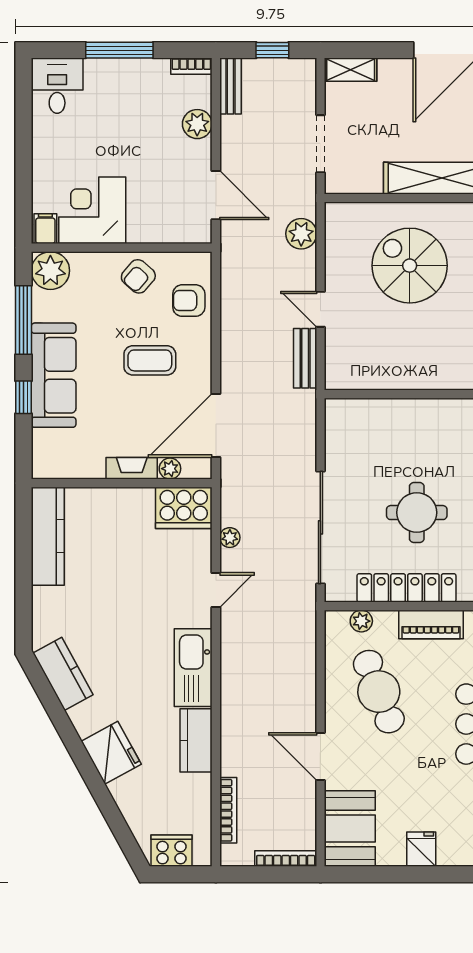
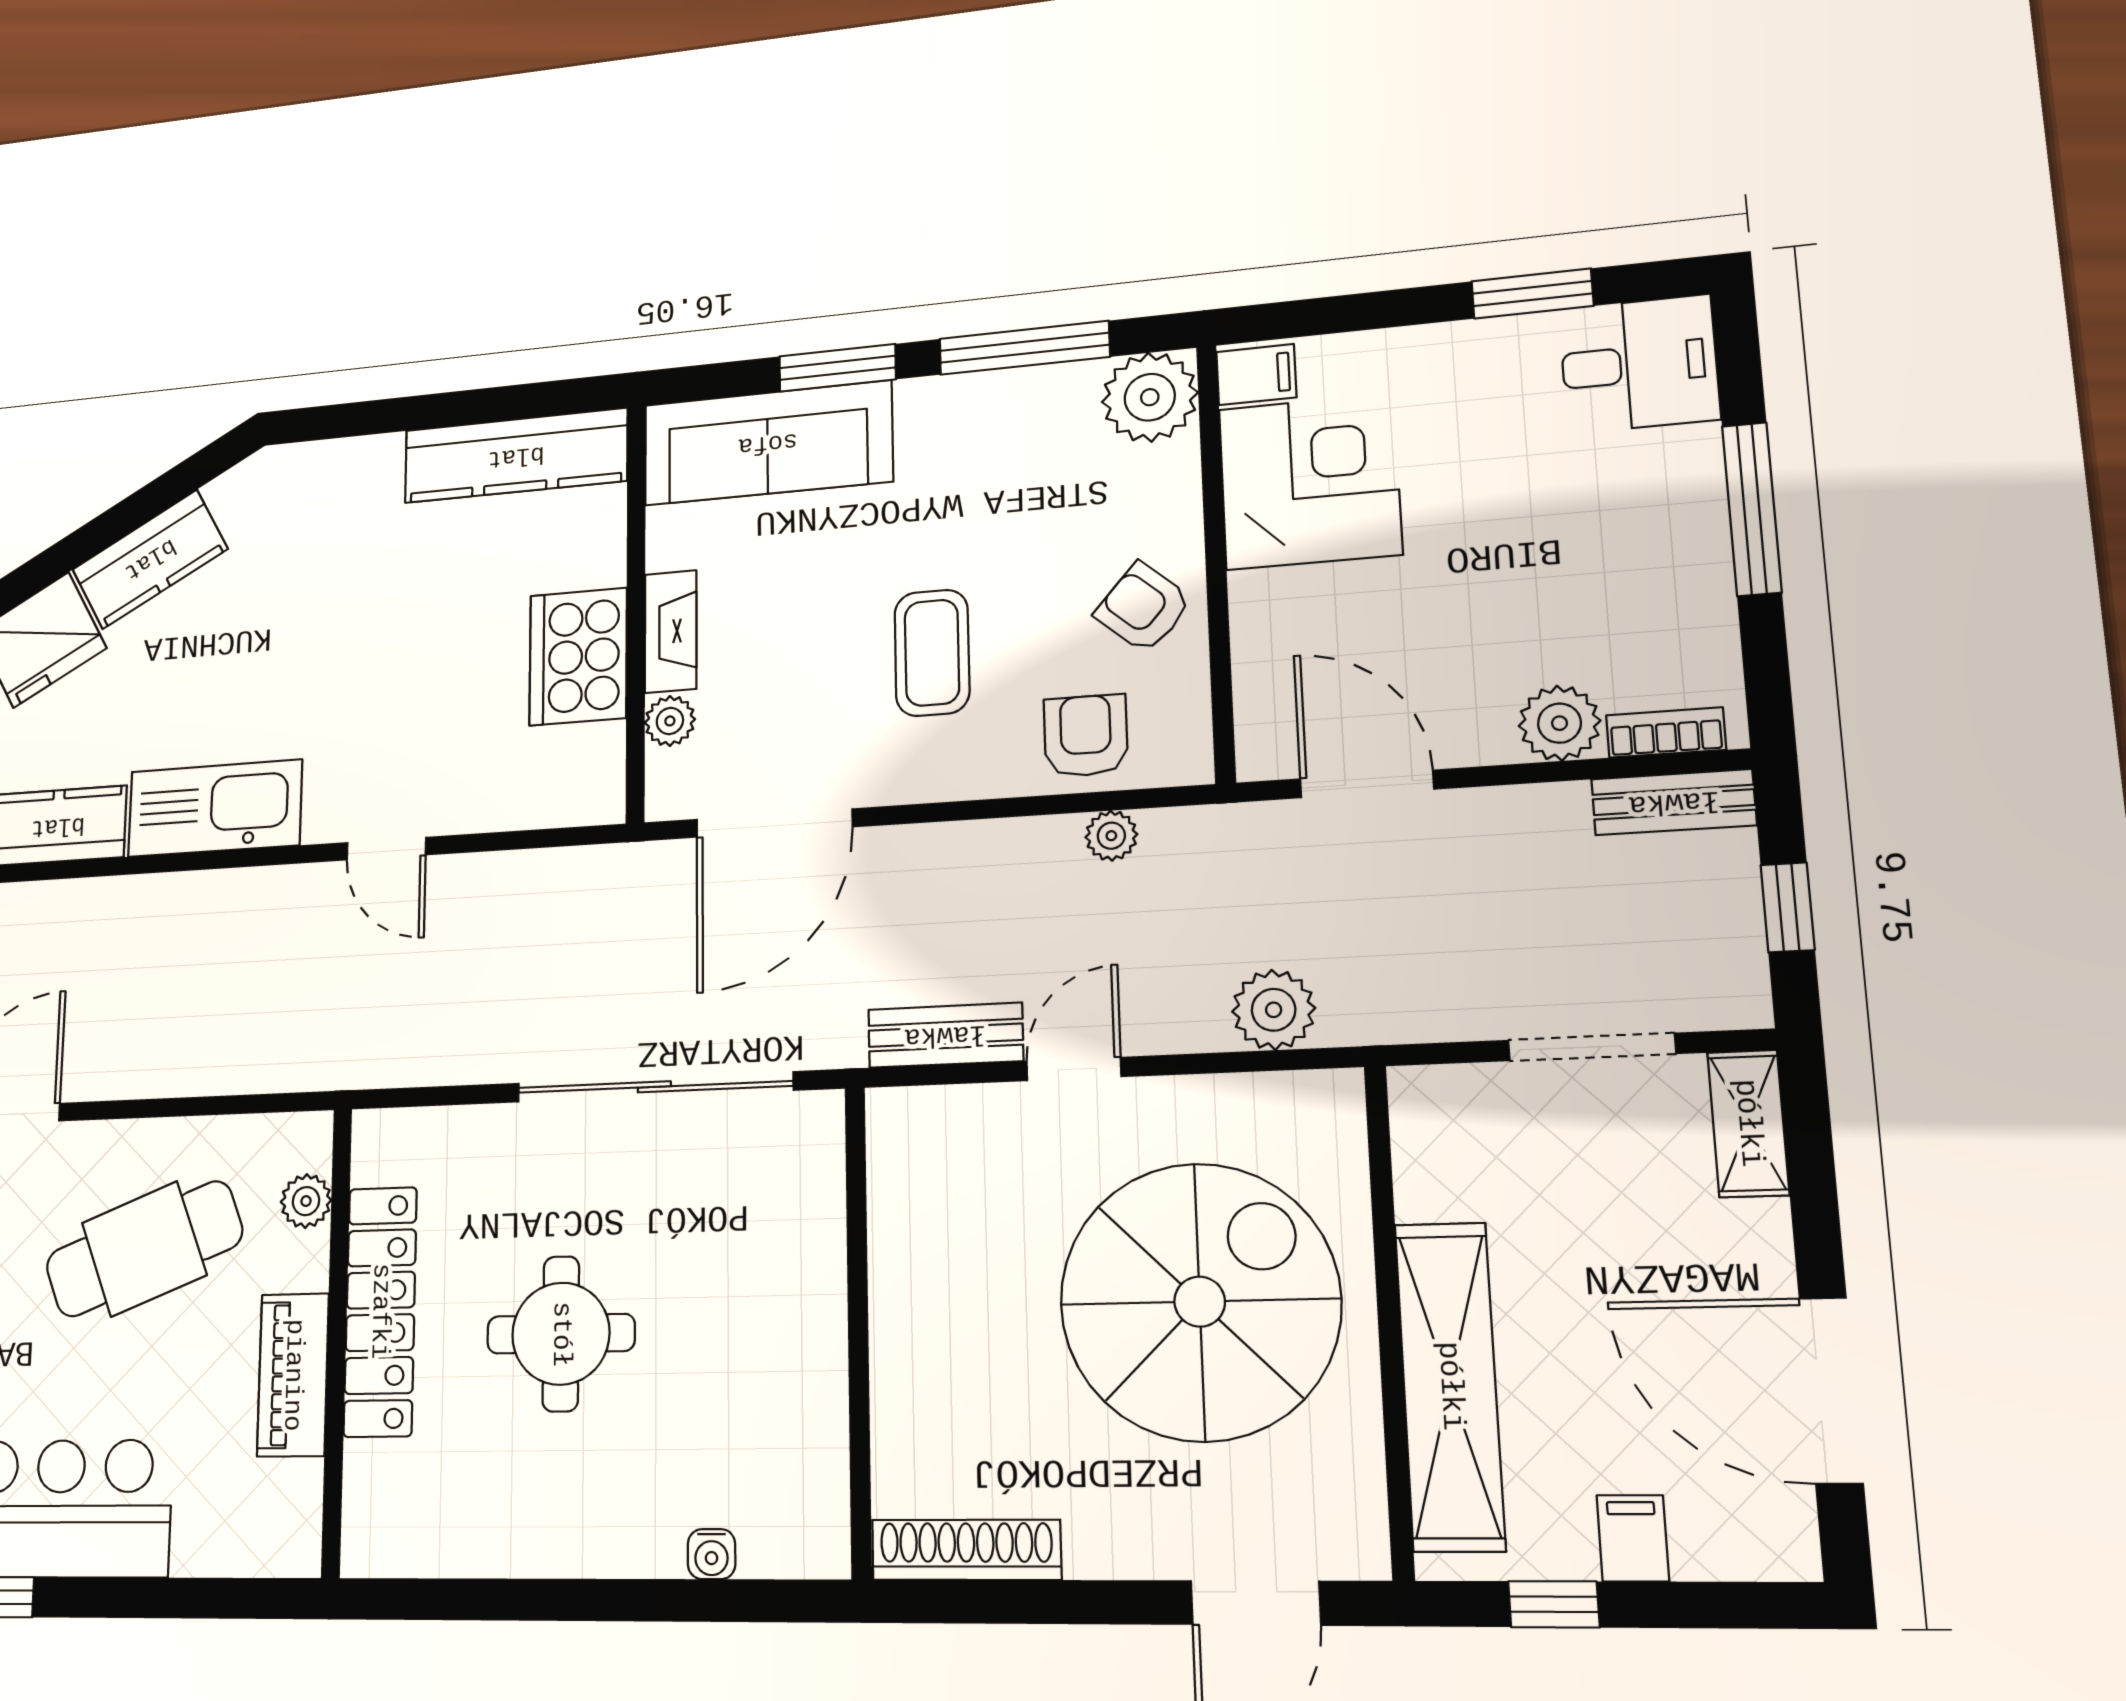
bookcase: (191, 66) -> (1666, 733), moved, turned 90
window: (24, 123) -> (1532, 294), added
doorway: (320, 144) -> (1592, 1047), moved
door: (216, 195) -> (1367, 784), swing flipped
spiral stairs: (410, 266) -> (1200, 1302), width x1.37, depth x1.37
sofa: (54, 375) -> (768, 443), moved
window: (24, 397) -> (837, 368), width x1.50
door: (216, 425) -> (774, 823), swing flipped
cooker: (184, 508) -> (578, 657), moved
sliding door: (320, 527) -> (654, 1087), moved
plant: (230, 538) -> (1111, 836), moved
kitchen counter: (63, 674) -> (150, 559), moved

